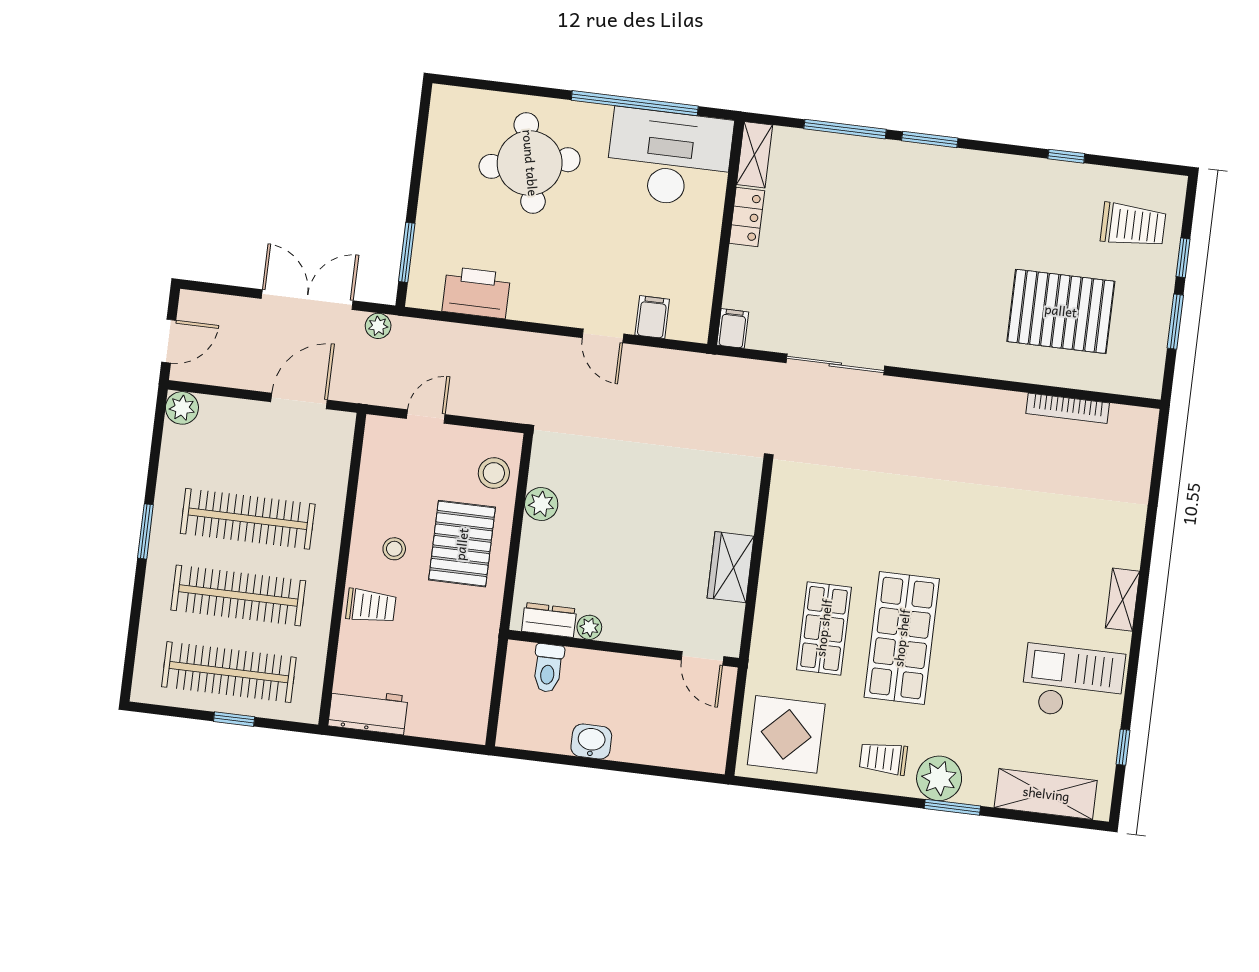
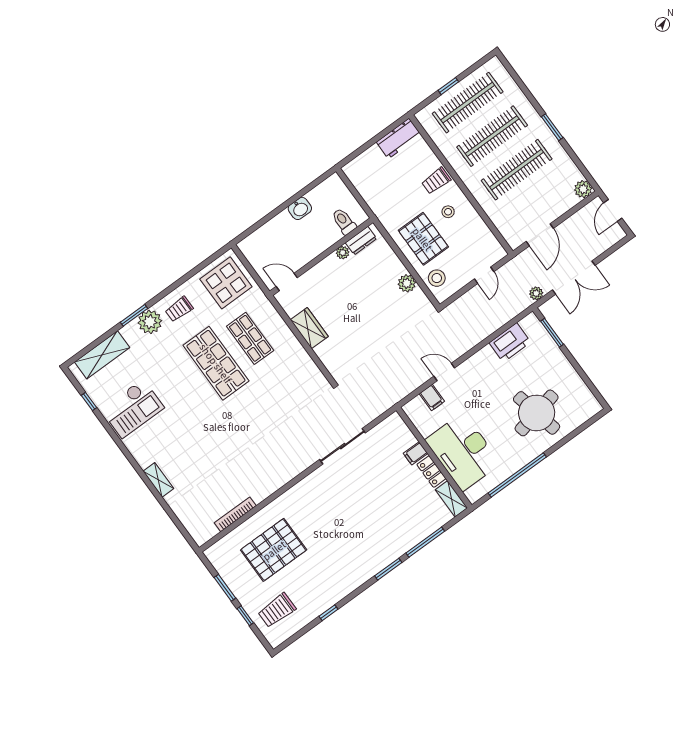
desk: (669, 158) -> (463, 452), moved, turned 90
filing cabinet: (733, 328) -> (416, 453), moved, turned 90
shelving: (1123, 600) -> (158, 480), moved
trolley: (883, 758) -> (179, 309), turned 180

